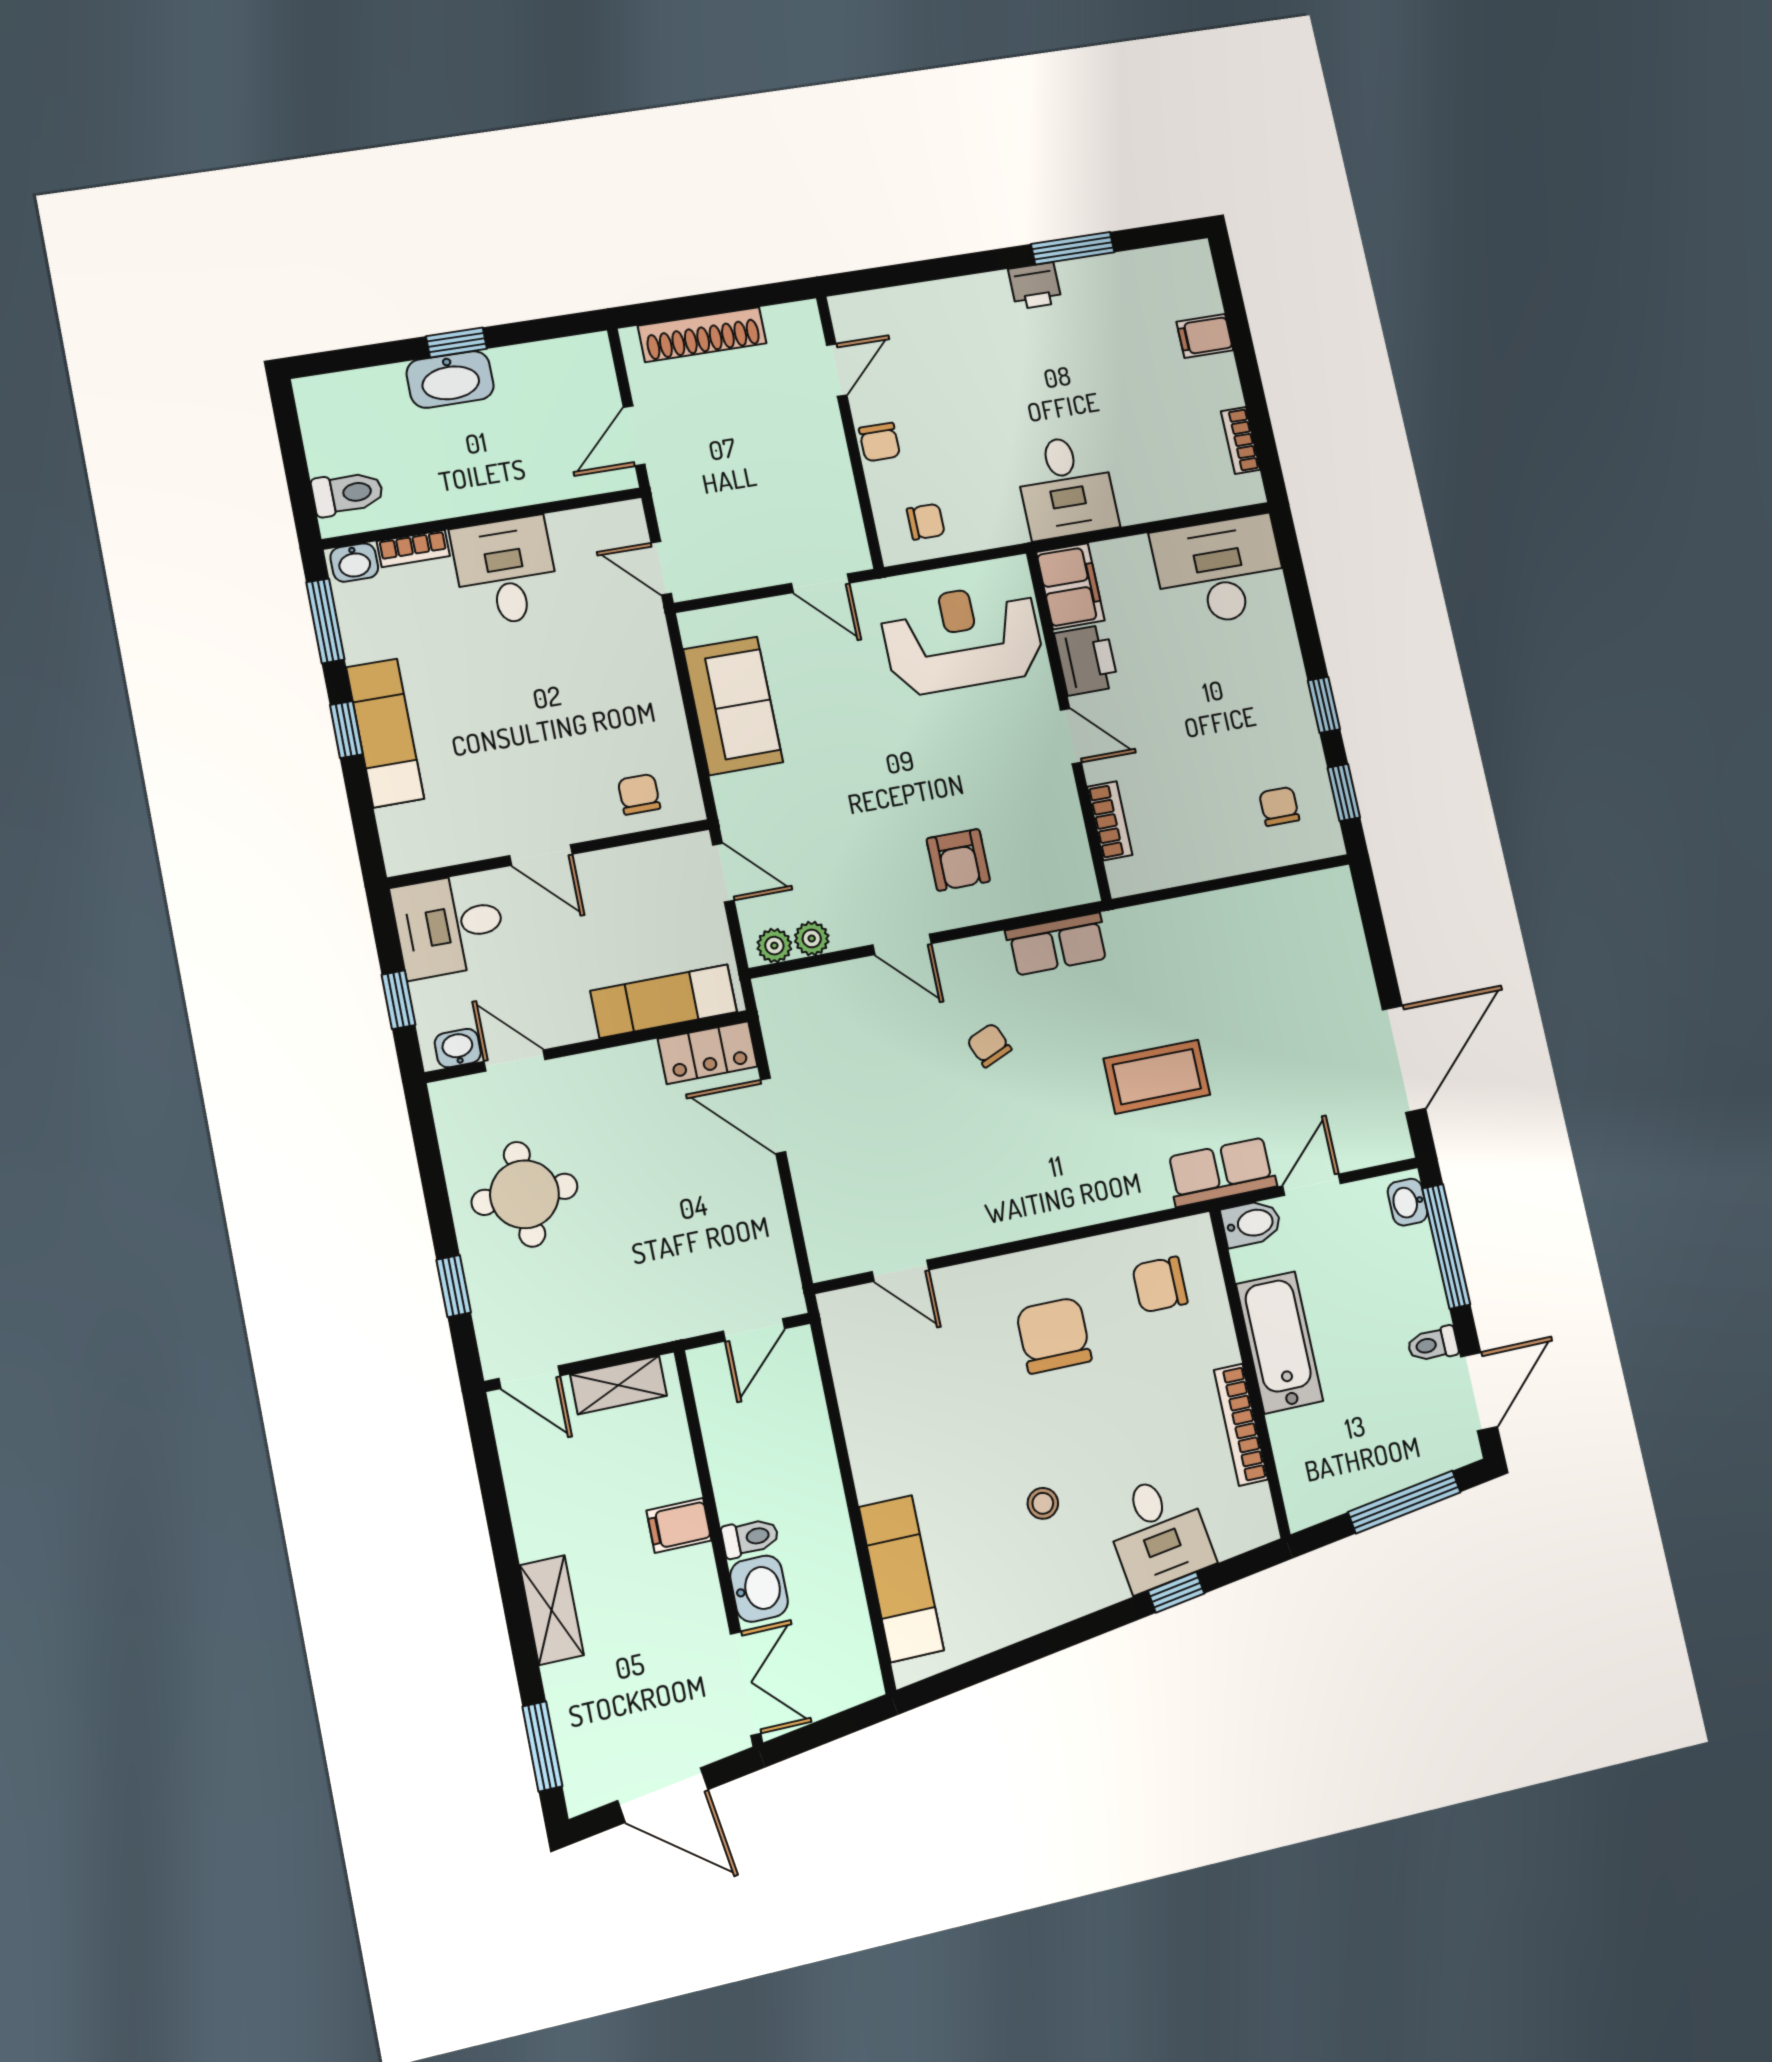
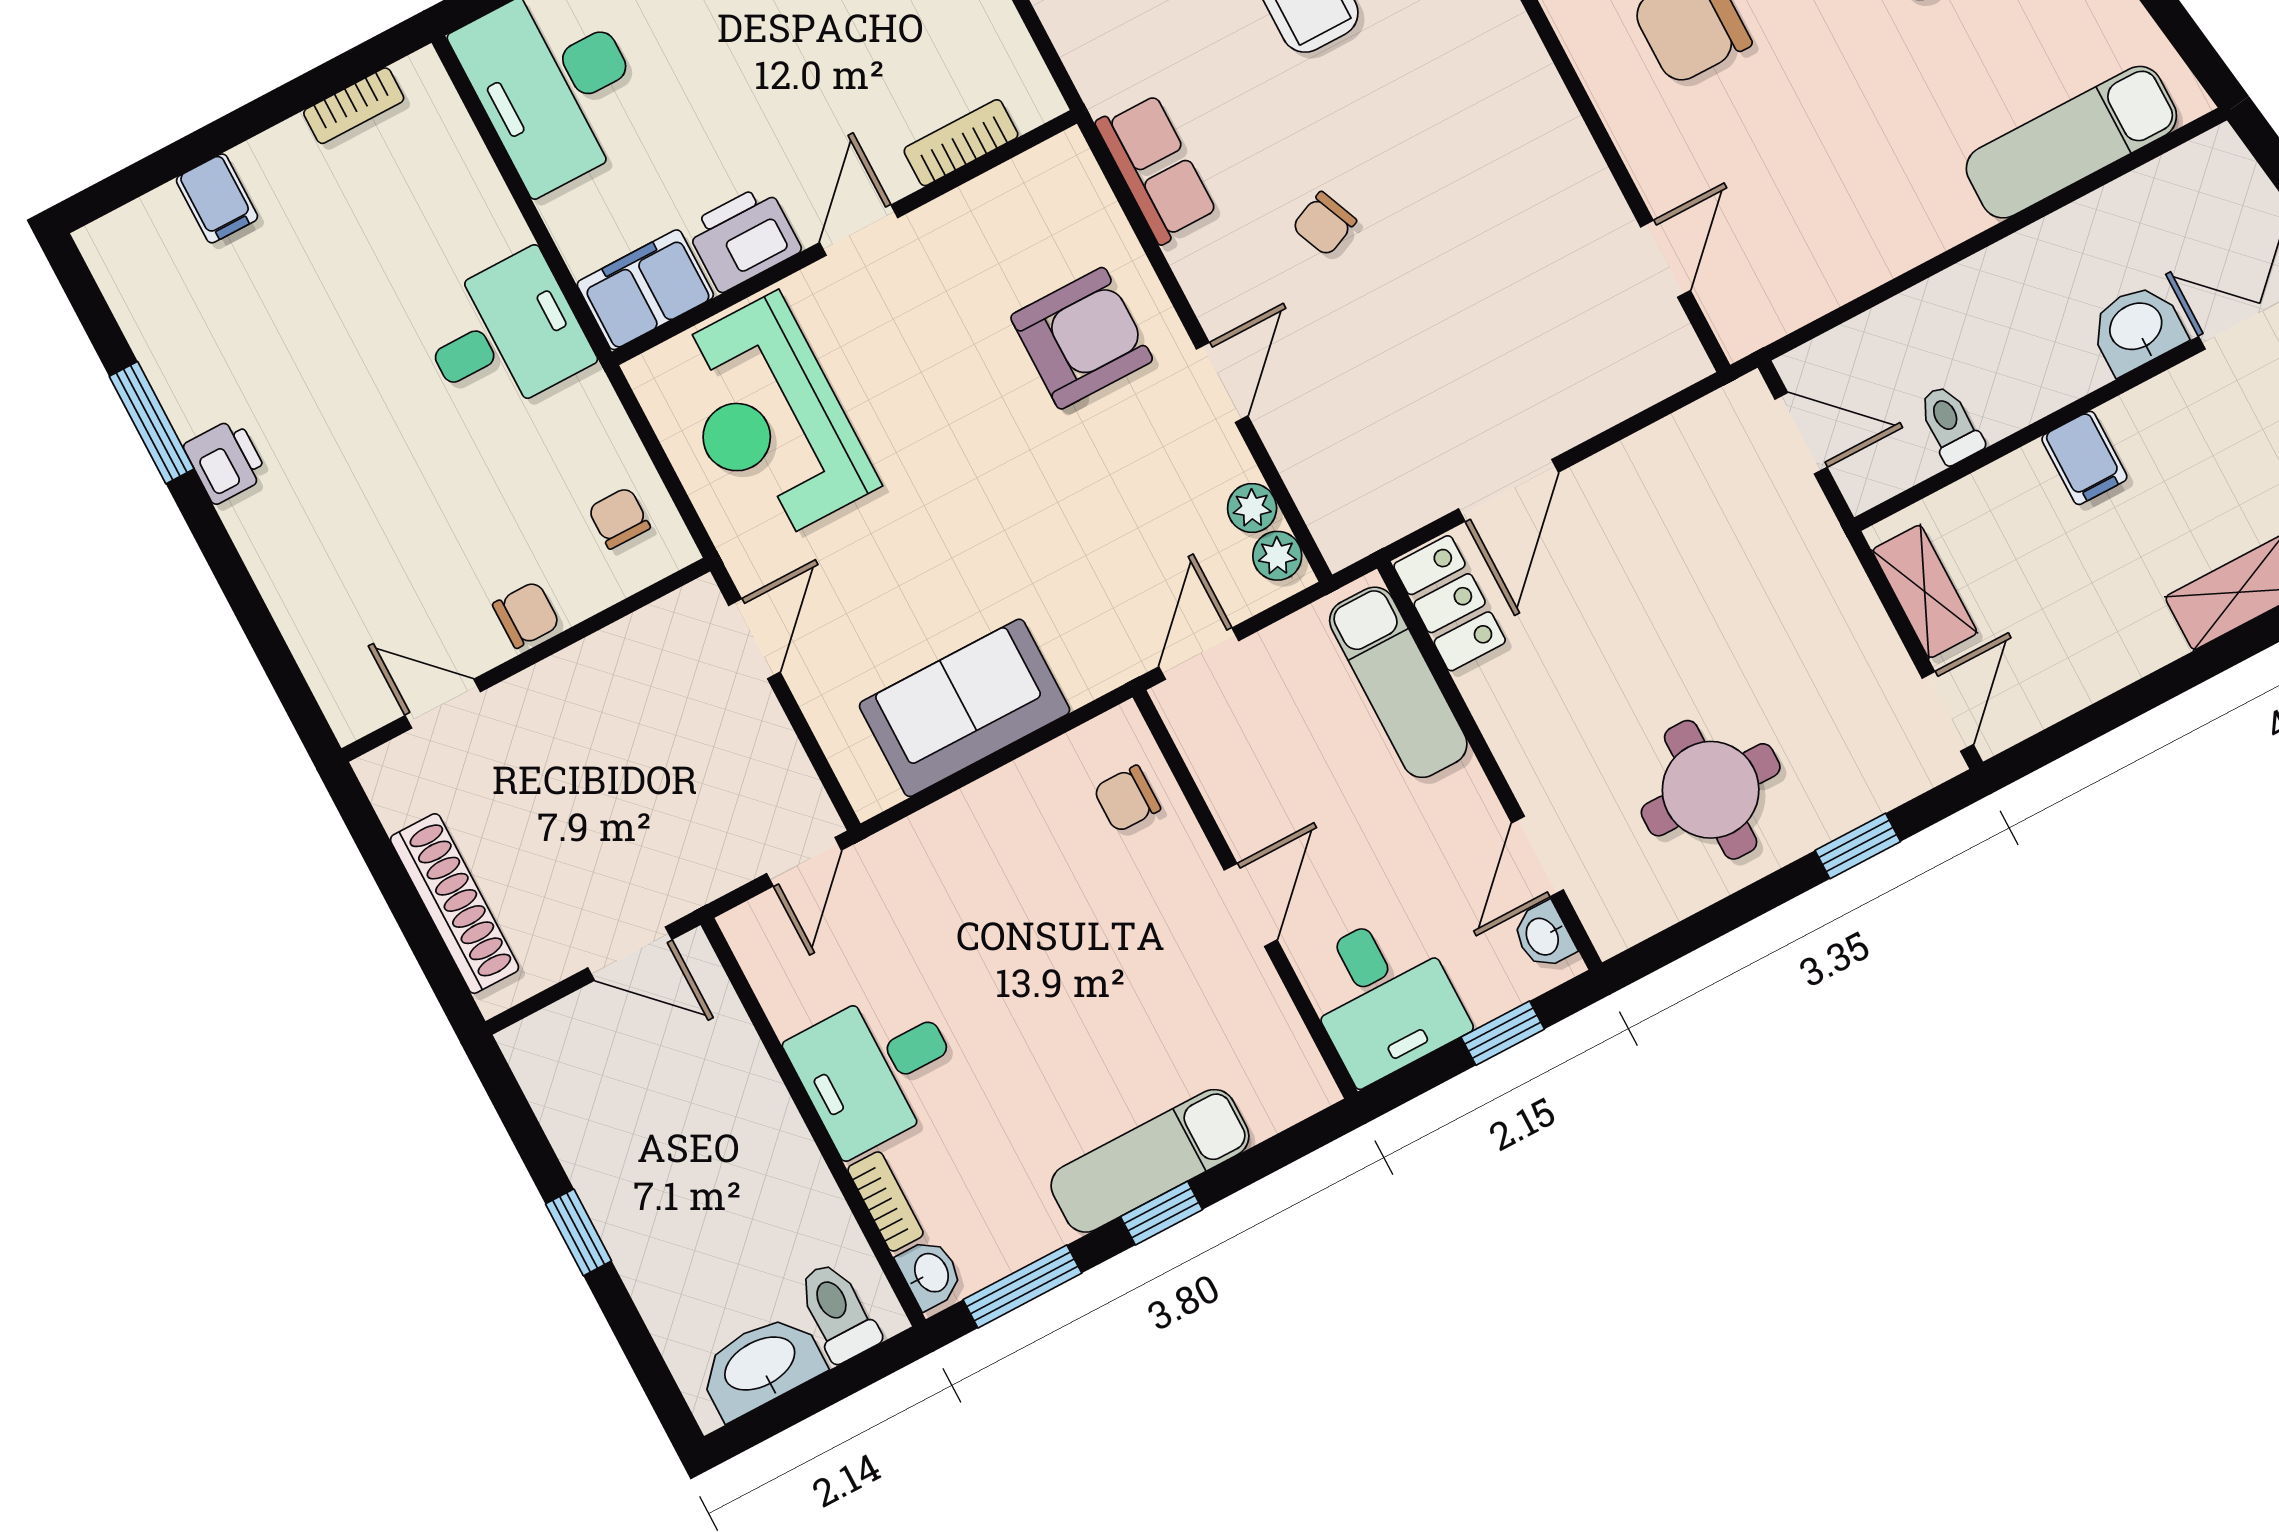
washbasin: (450, 379) -> (761, 1365), moved, turned -90
armchair: (958, 860) -> (1082, 338), width x1.38, depth x1.38
toilet: (750, 1538) -> (1950, 424), moved

